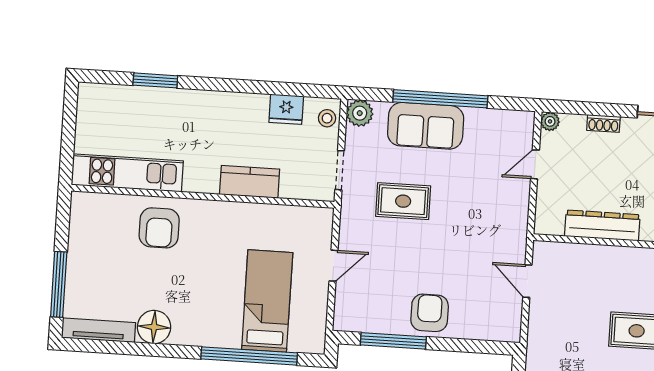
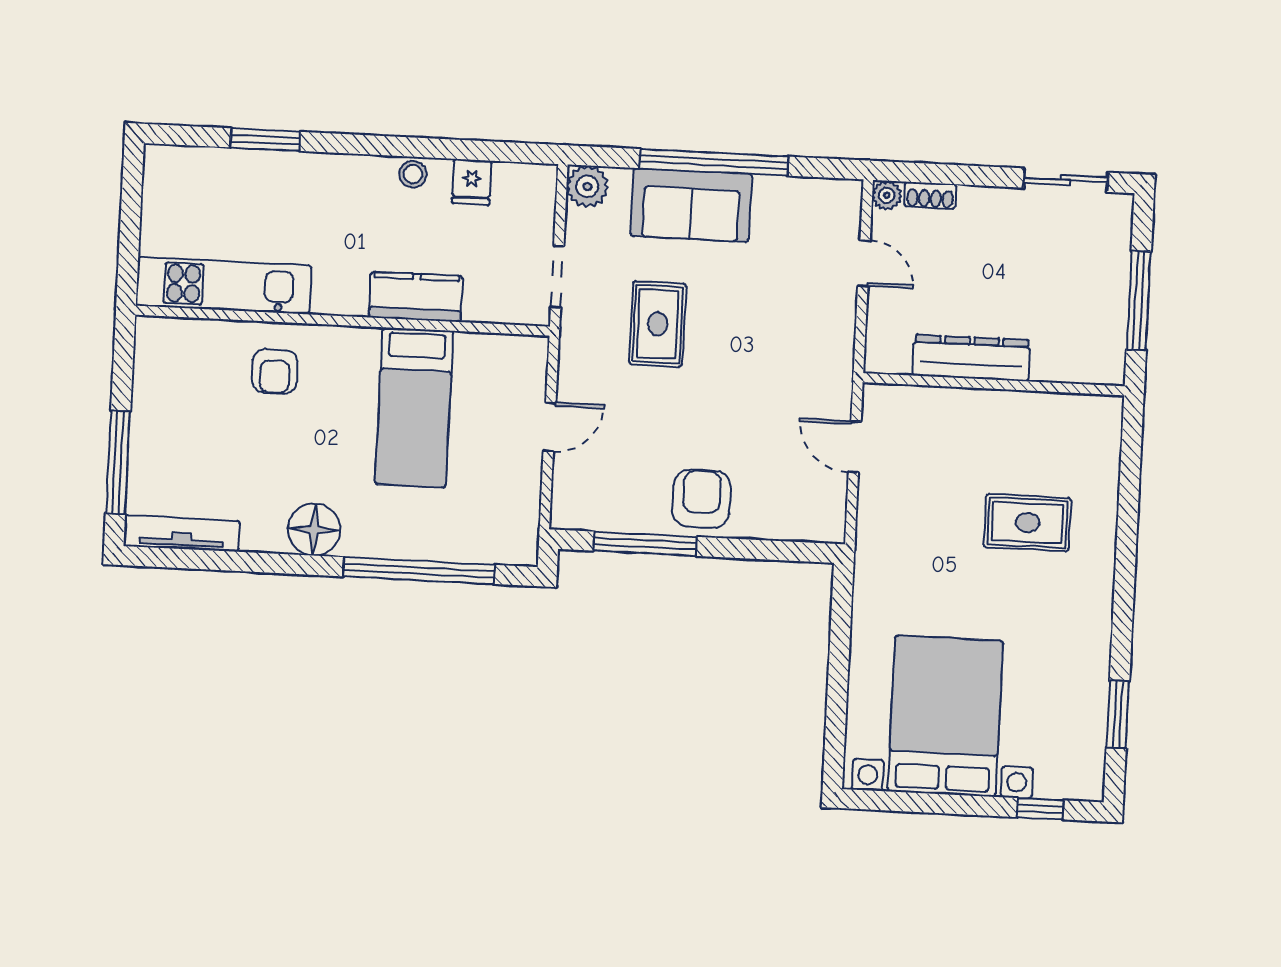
fridge: (286, 109) -> (472, 182), width x0.72
stool: (327, 118) -> (413, 174), moved
shoe rack: (603, 123) -> (930, 195), moved
door: (535, 164) -> (864, 263), swing flipped
rug: (403, 201) -> (658, 324), turned 90
armchair: (159, 228) -> (275, 371), width x0.72, depth x0.72
bed: (267, 301) -> (414, 408), moved, turned 180
floor lamp: (154, 327) -> (314, 529), moved

